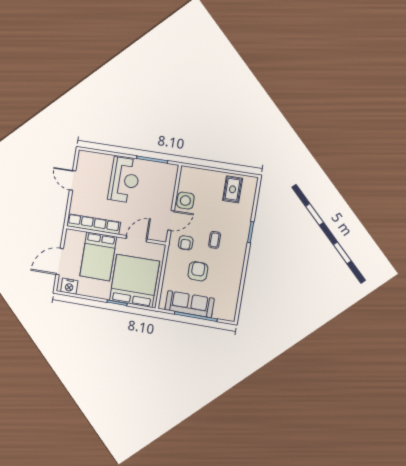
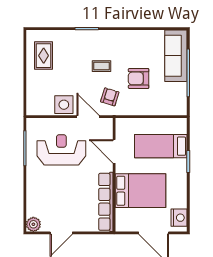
plant: (84, 157) -> (33, 224), added
reception desk: (124, 180) -> (61, 150), moved
rug: (233, 189) -> (44, 56), turned 90
armchair: (186, 243) -> (110, 97), turned -73
bed: (134, 281) -> (161, 146), width x0.49
sofa: (190, 304) -> (176, 56), moved

